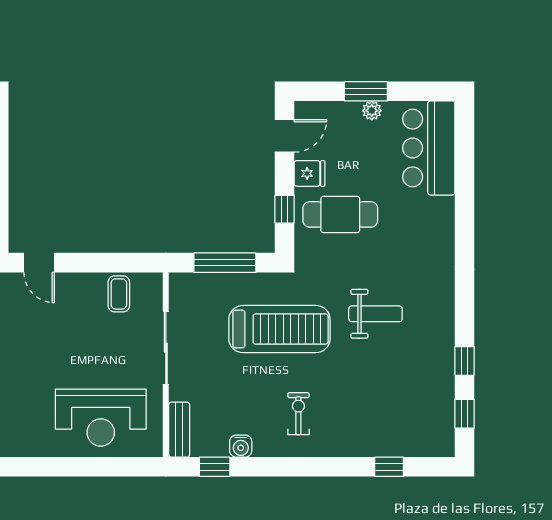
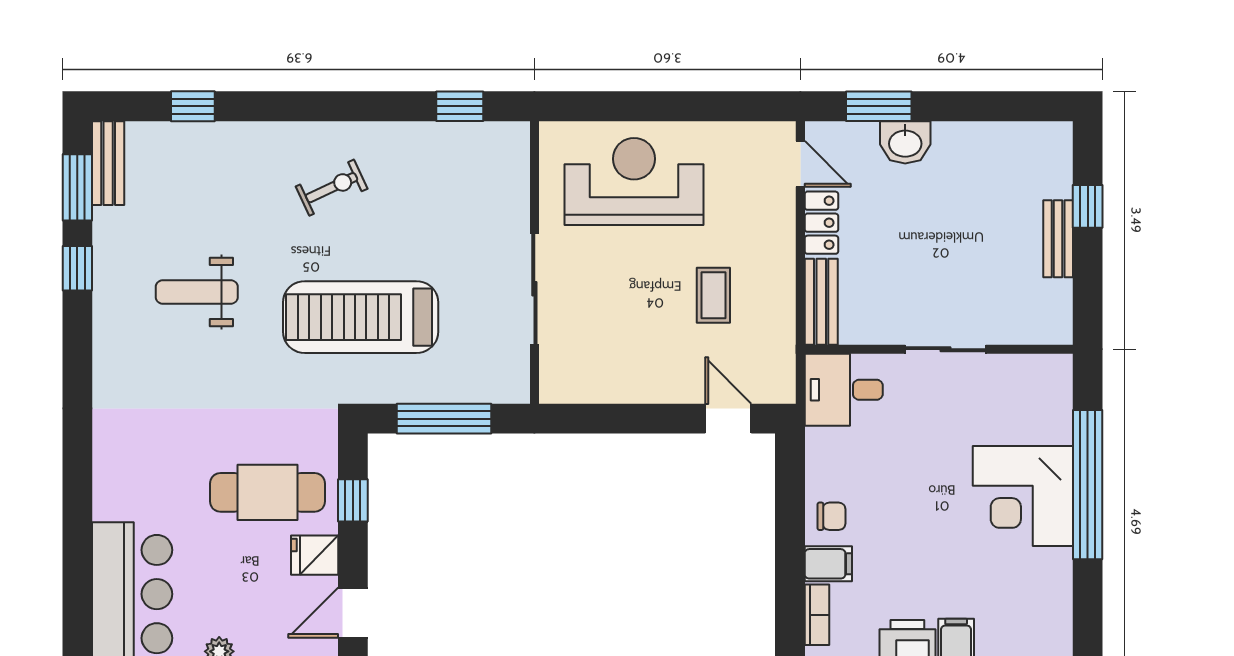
coffee table: (119, 294) -> (713, 295), moved
weight bench: (375, 314) -> (197, 292), moved
exercise bike: (298, 414) -> (332, 188), turned -115
window: (465, 414) -> (77, 187), width x1.50
bench: (179, 430) -> (108, 163), moved
water cooler: (241, 446) -> (420, 138), removed

